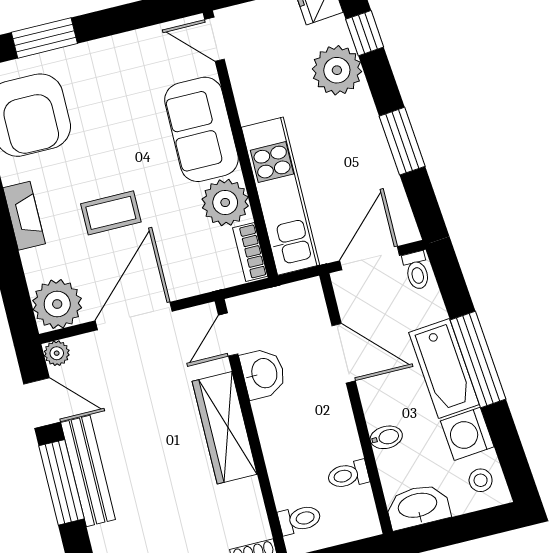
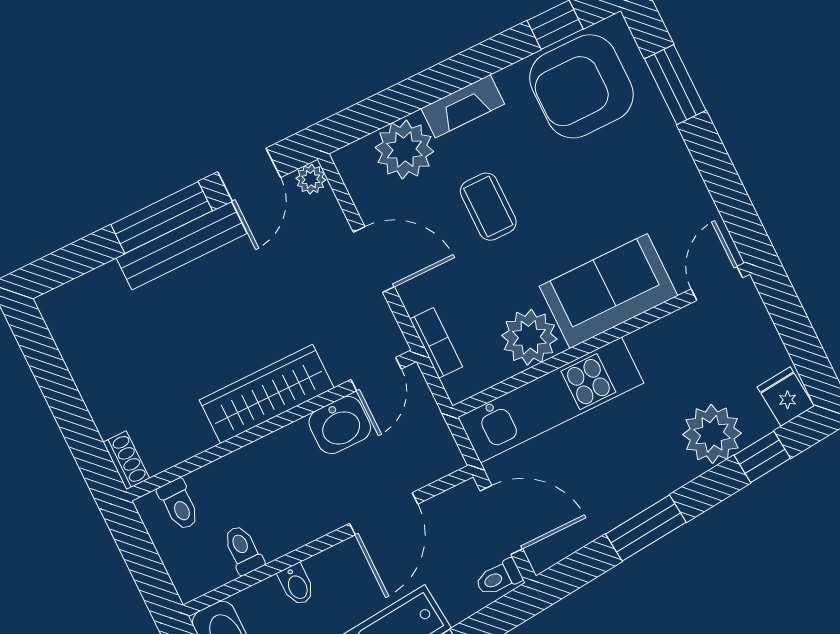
bookcase: (250, 252) -> (436, 343), moved, turned 90
plant: (57, 304) -> (404, 150), moved
door: (134, 316) -> (374, 260), width x0.73
door: (228, 335) -> (376, 374), swing flipped

